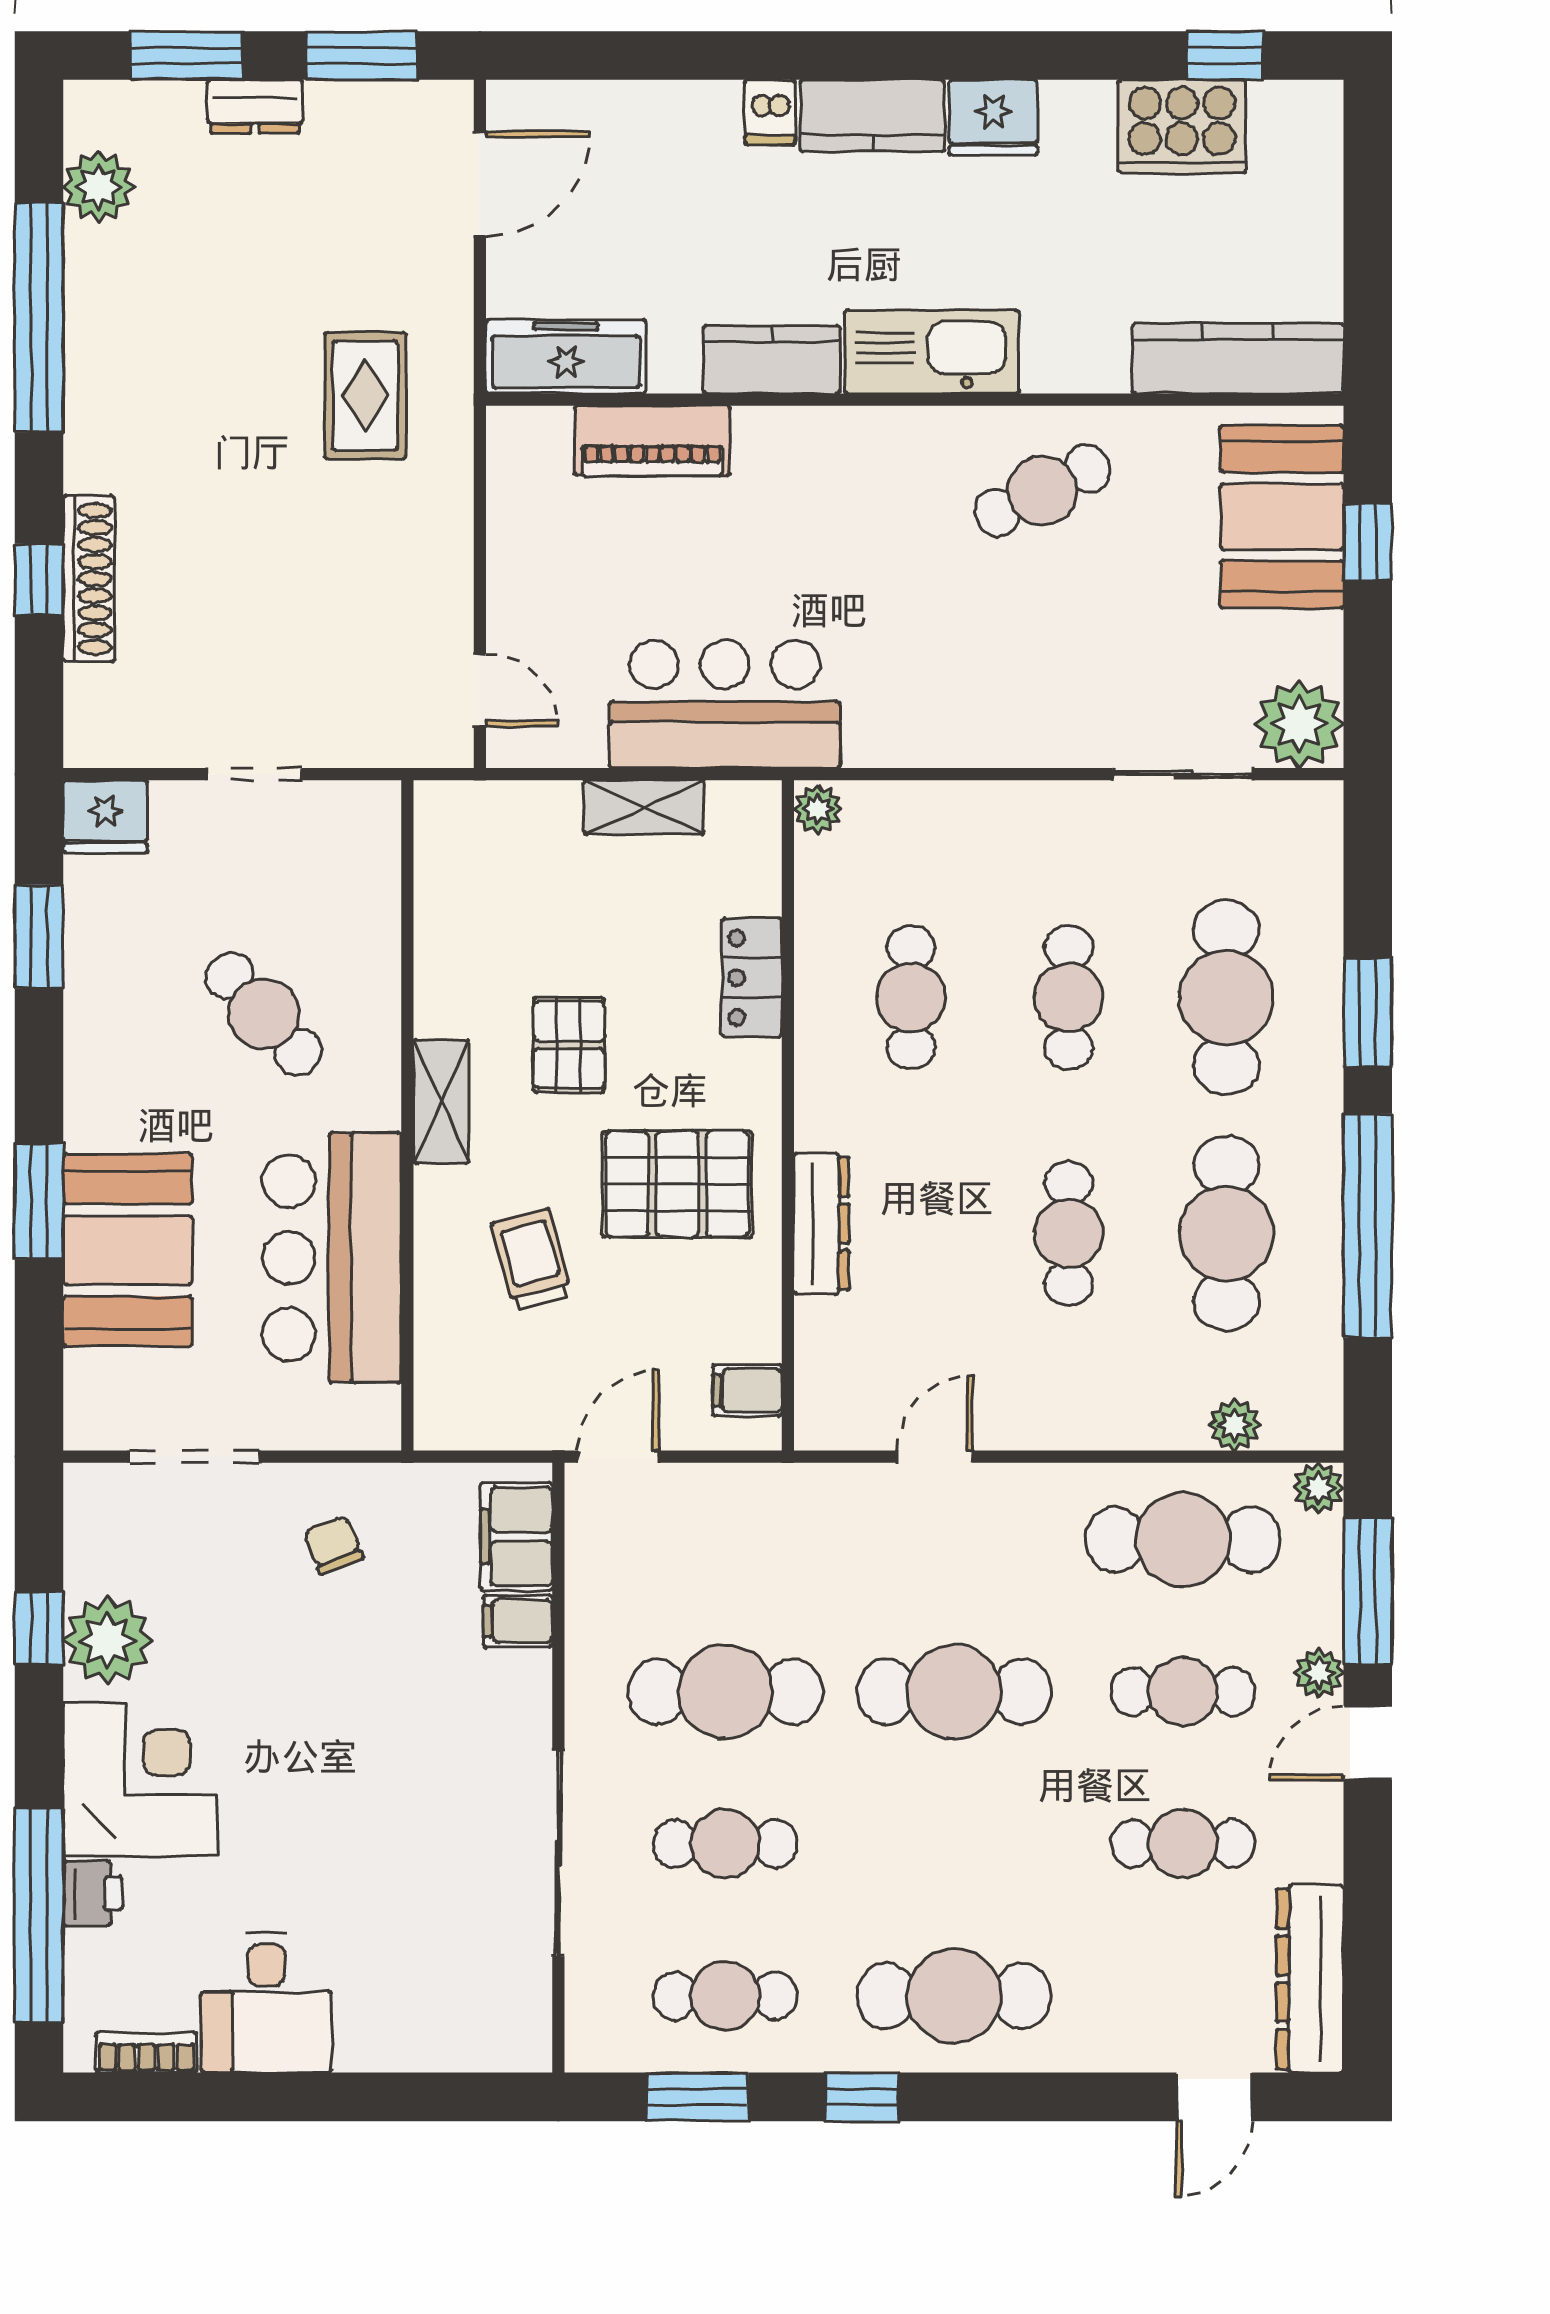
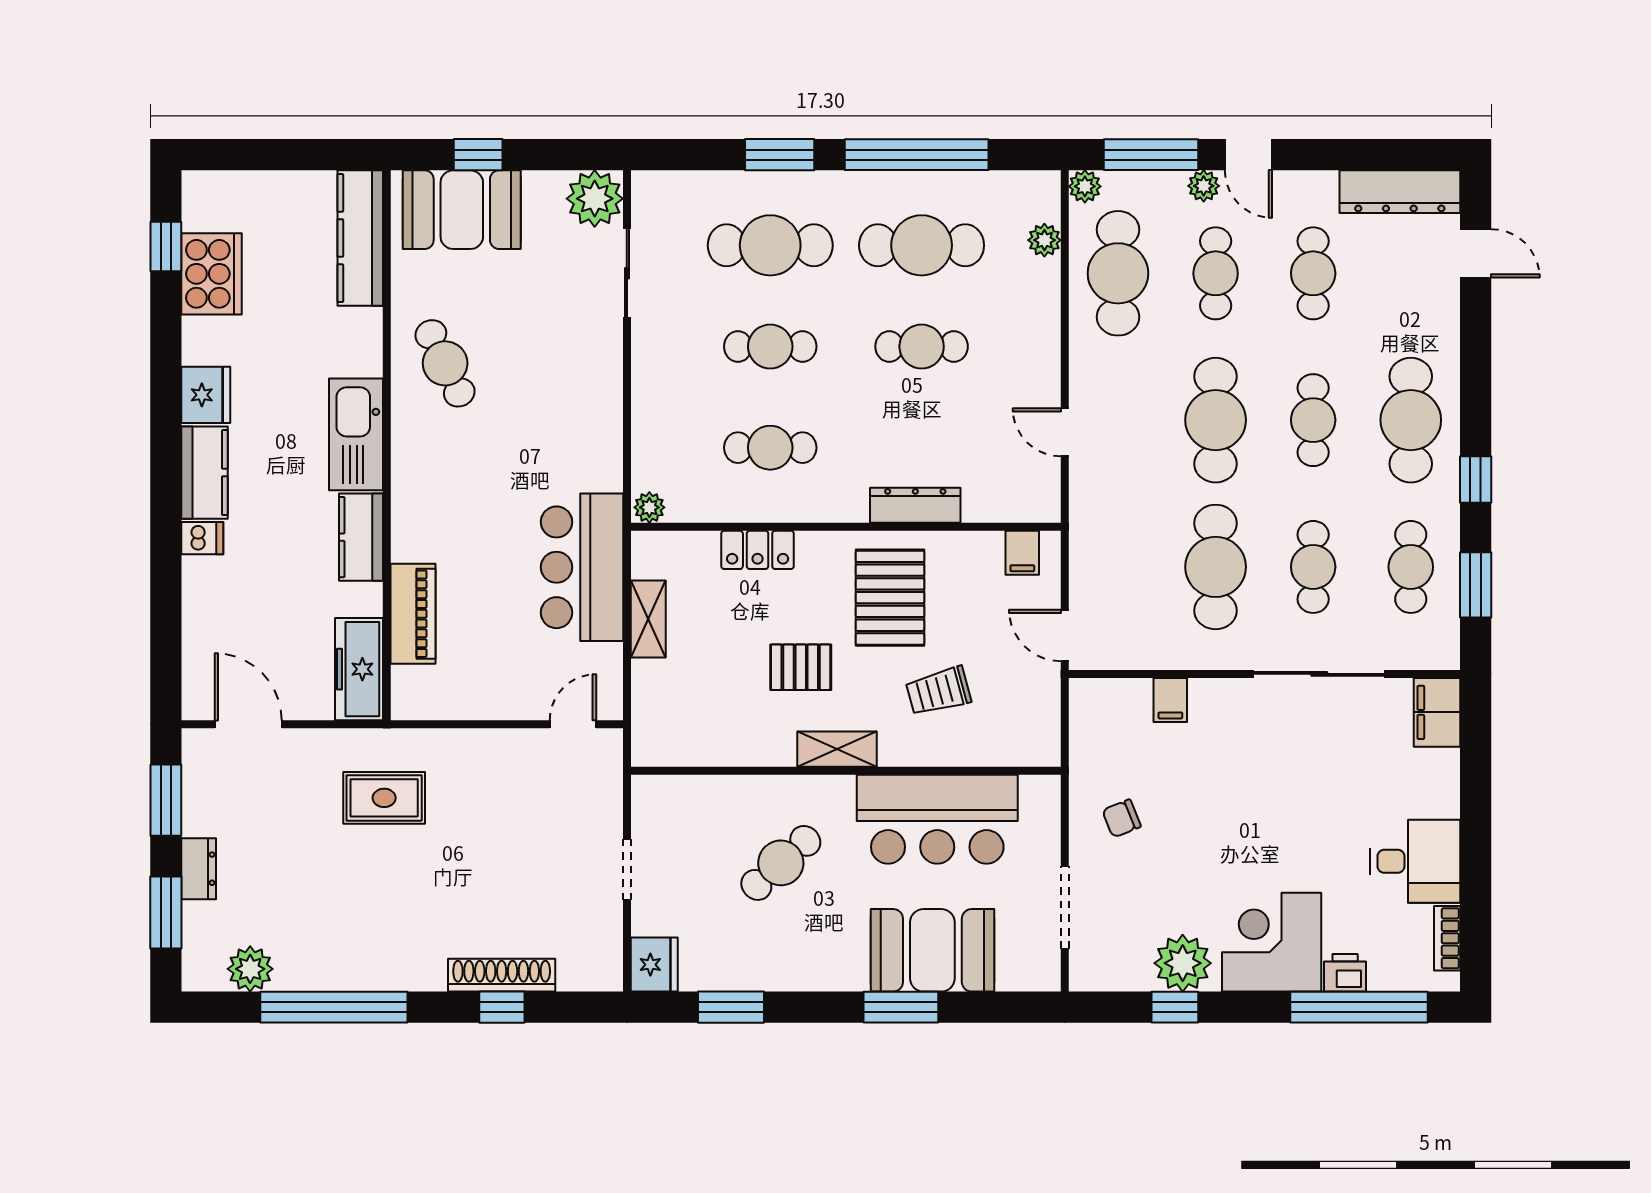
filing cabinet: (516, 1537) -> (1437, 712), moved, turned 90
cafe table: (954, 1844) -> (1313, 420), added

